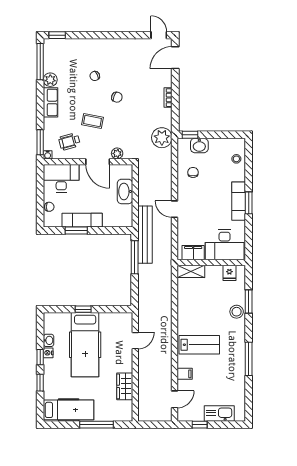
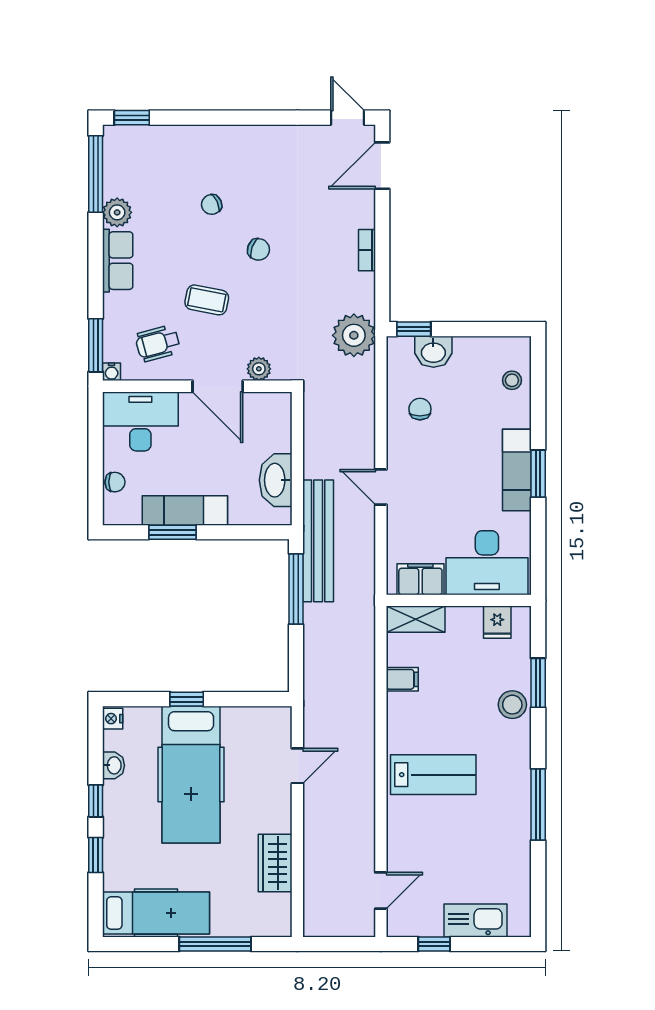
washbasin: (125, 191) -> (276, 480), moved
nightstand: (48, 353) -> (113, 719), moved
filing cabinet: (185, 374) -> (402, 679), moved

